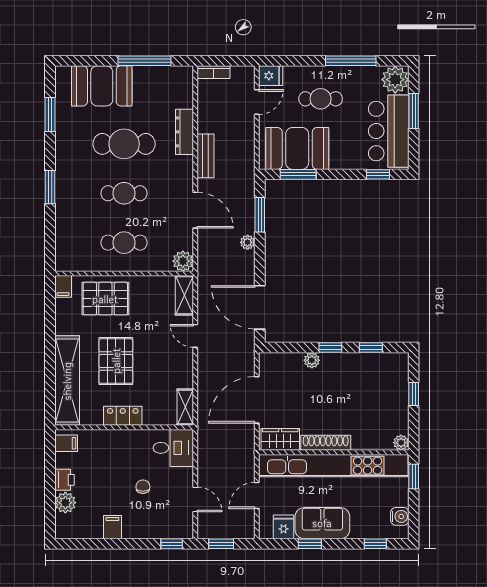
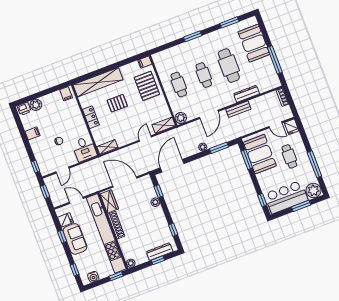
window: (330, 348) -> (159, 191), moved
pallet: (116, 361) -> (117, 103), width x0.67, depth x0.71
dresser: (400, 385) -> (160, 252), added
printer: (64, 480) -> (24, 109), moved

